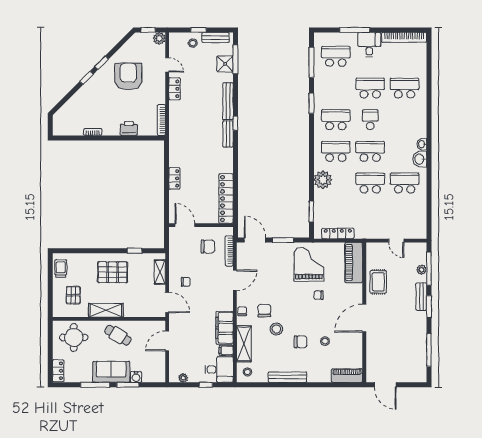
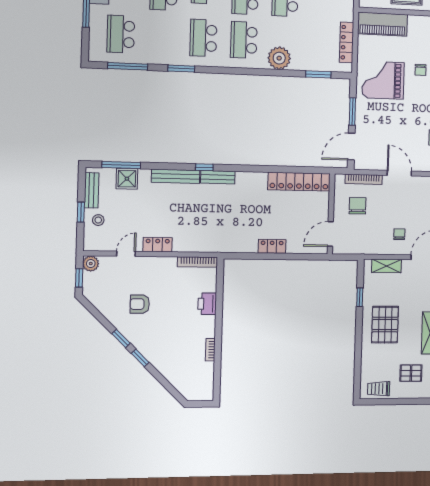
armchair: (128, 76) -> (140, 304), width x0.53, depth x0.53

